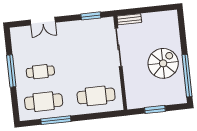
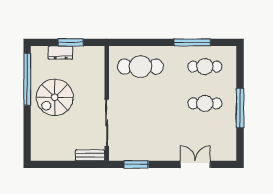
dresser: (162, 100) -> (61, 53), added
cafe table: (44, 102) -> (205, 67), width x0.73, depth x0.74

